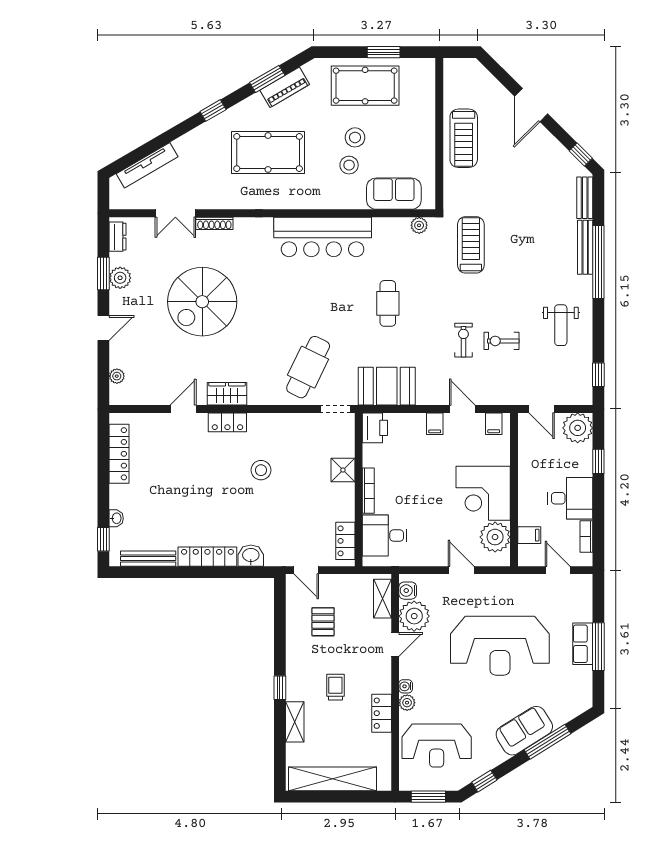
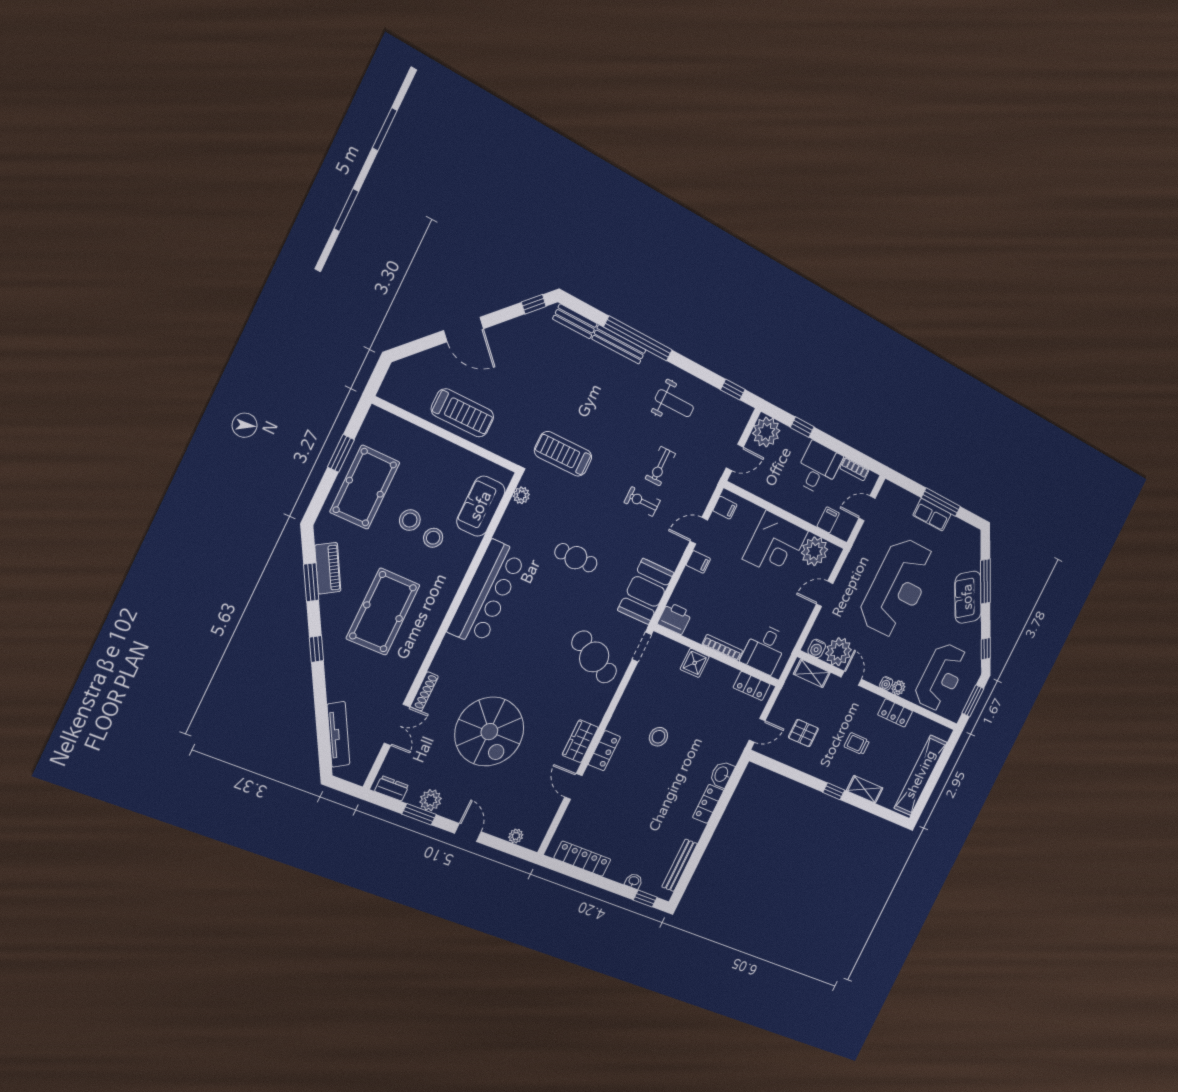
locker: (207, 557) -> (708, 804), width x0.66

